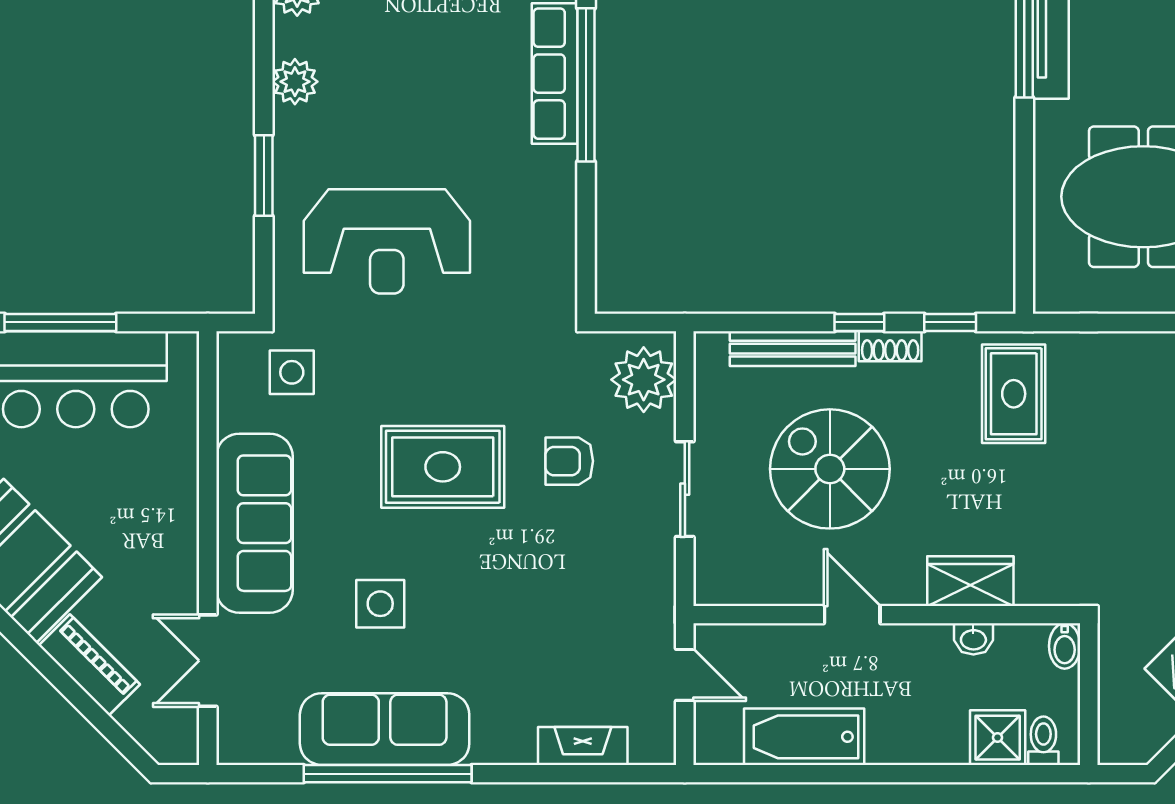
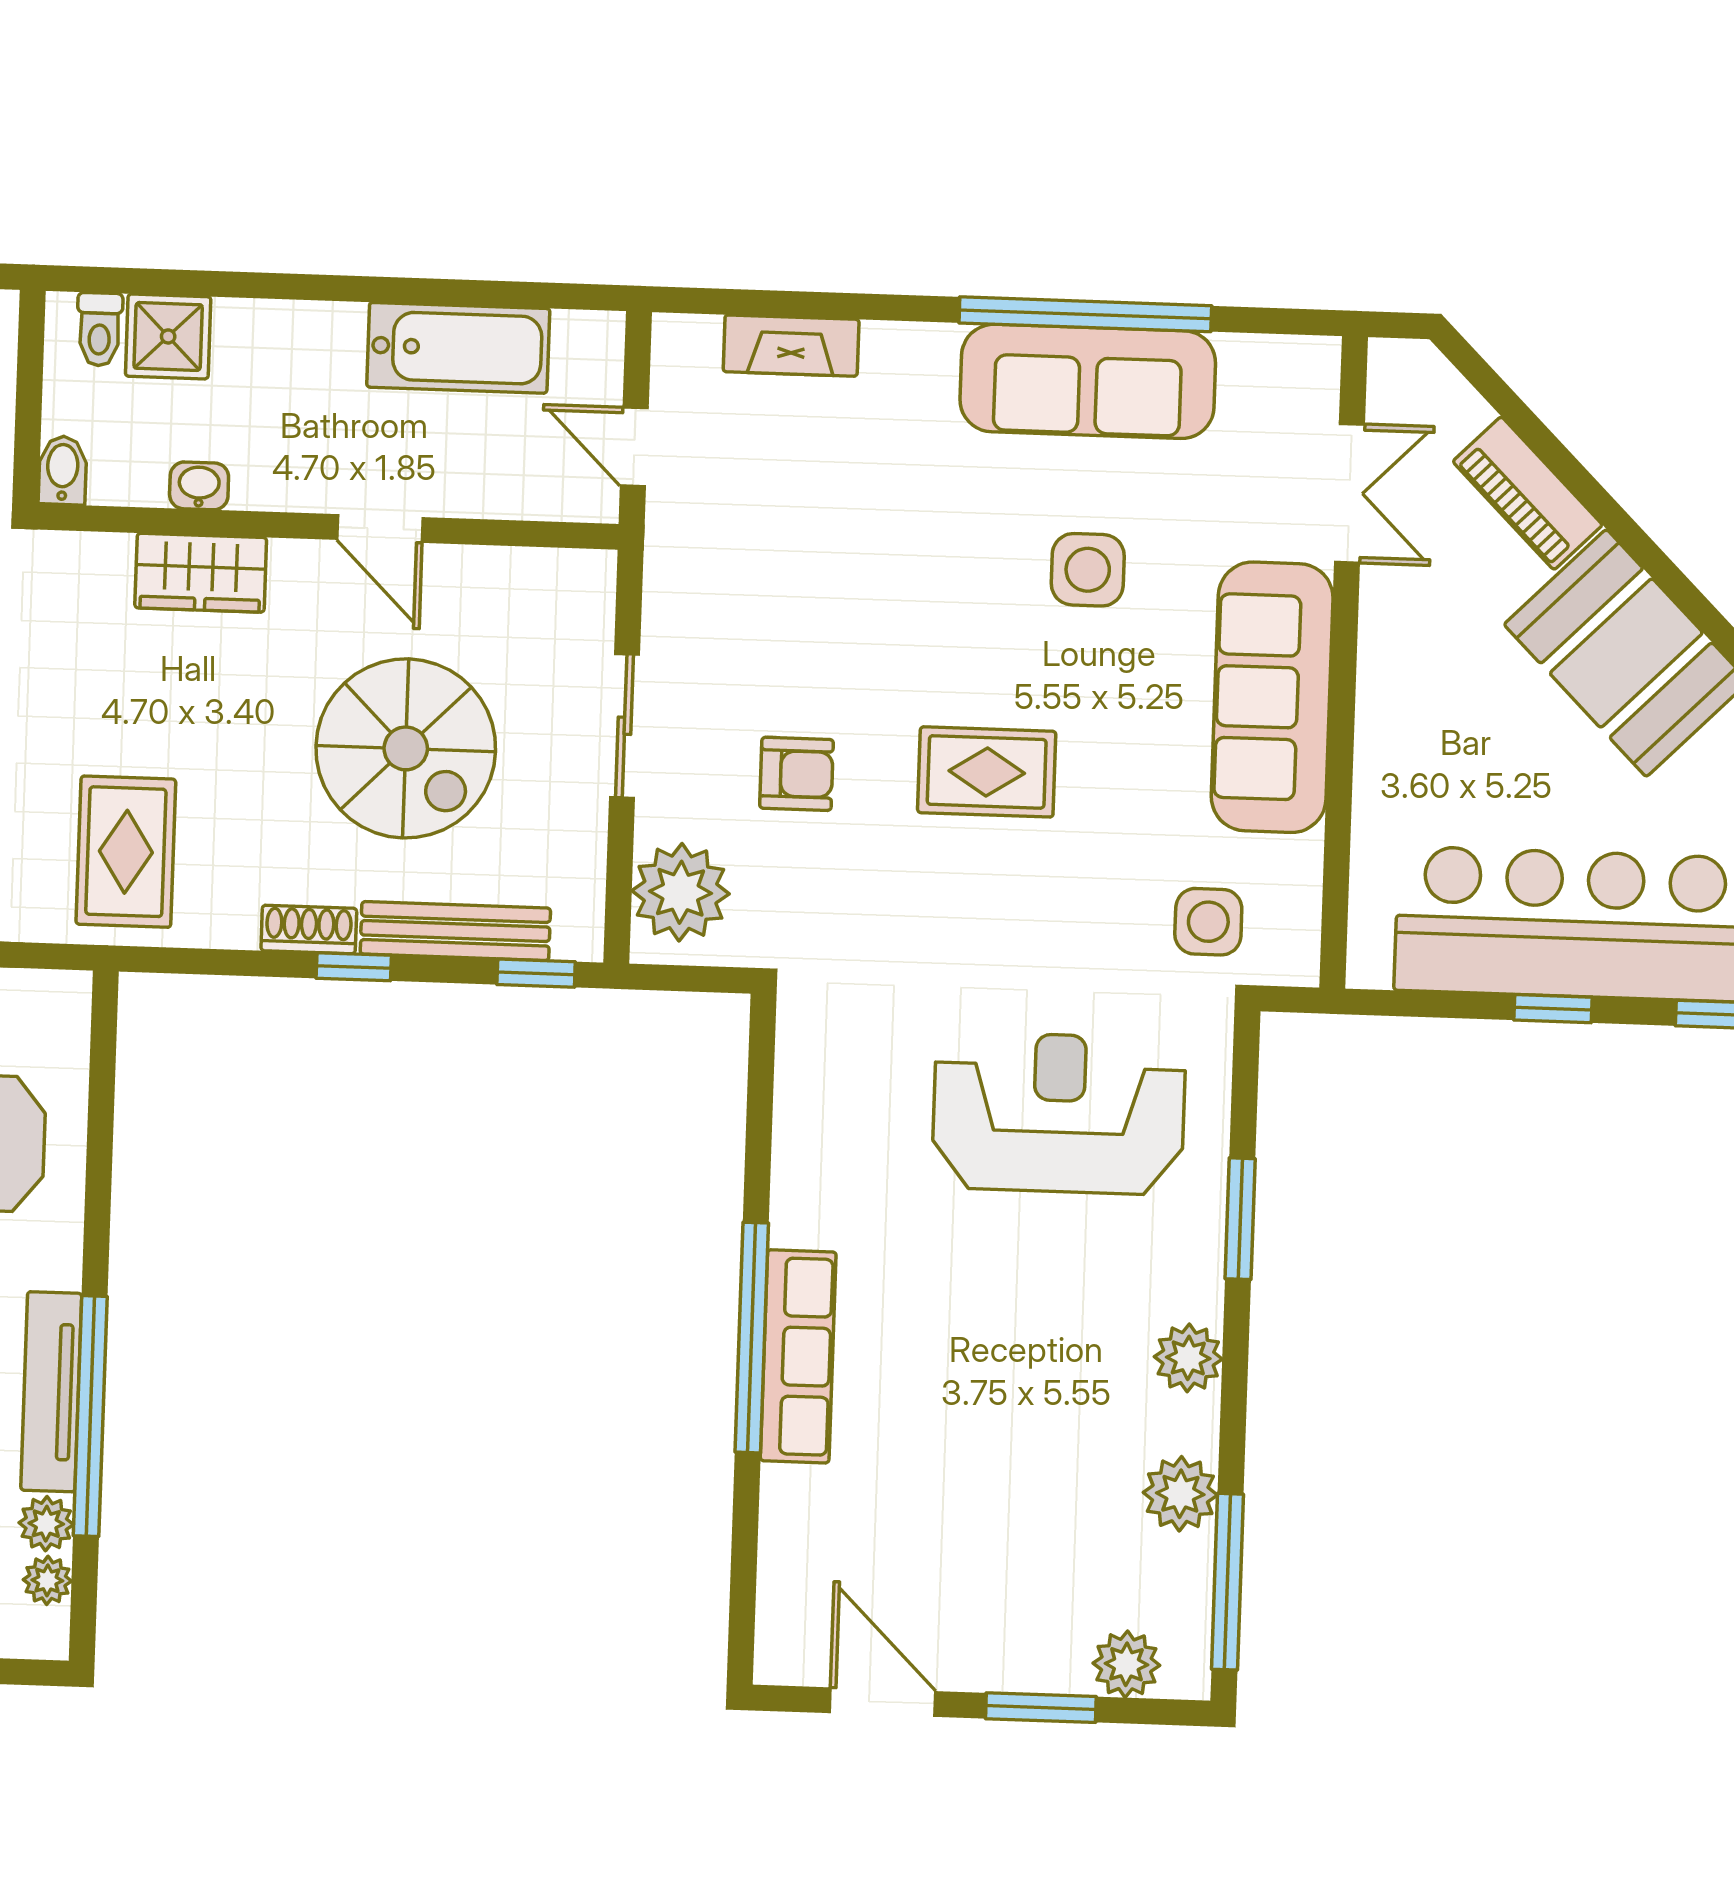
window: (60, 322) -> (1553, 1009), width x0.46
window: (950, 322) -> (536, 973), moved
rug: (443, 467) -> (987, 772), width x0.73, depth x0.70

